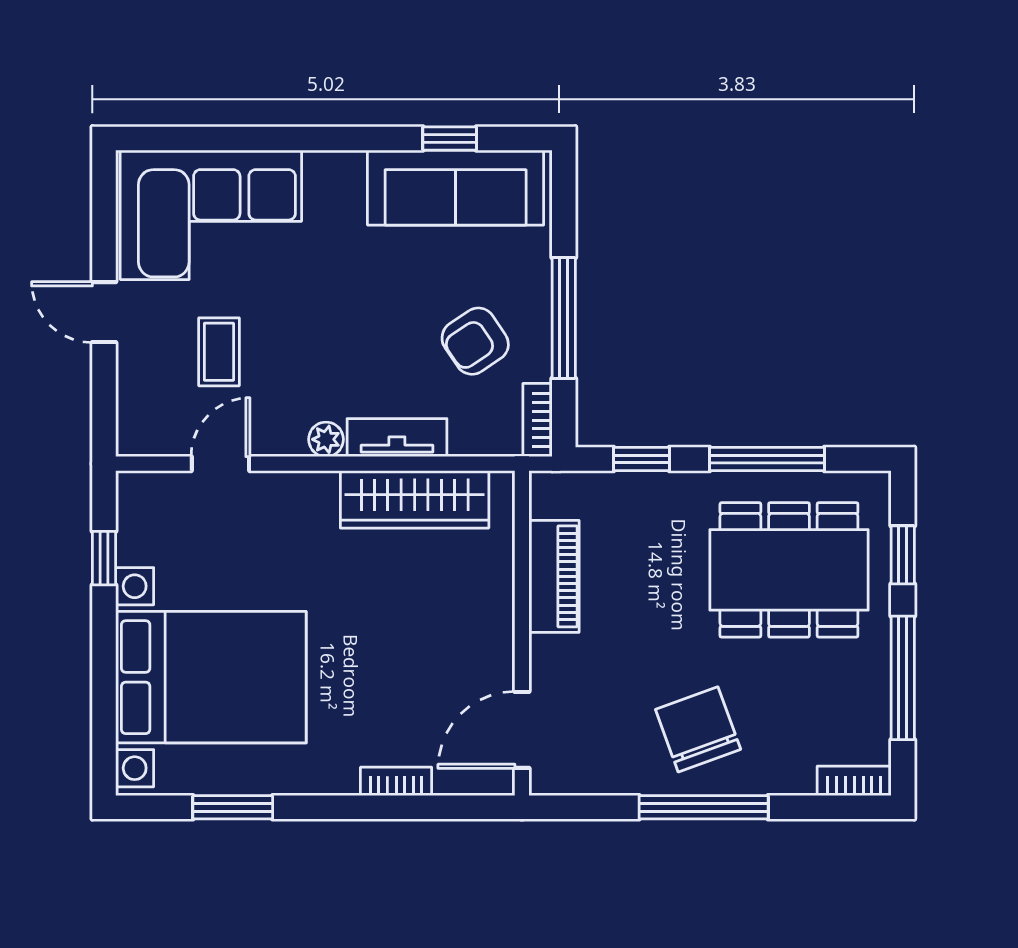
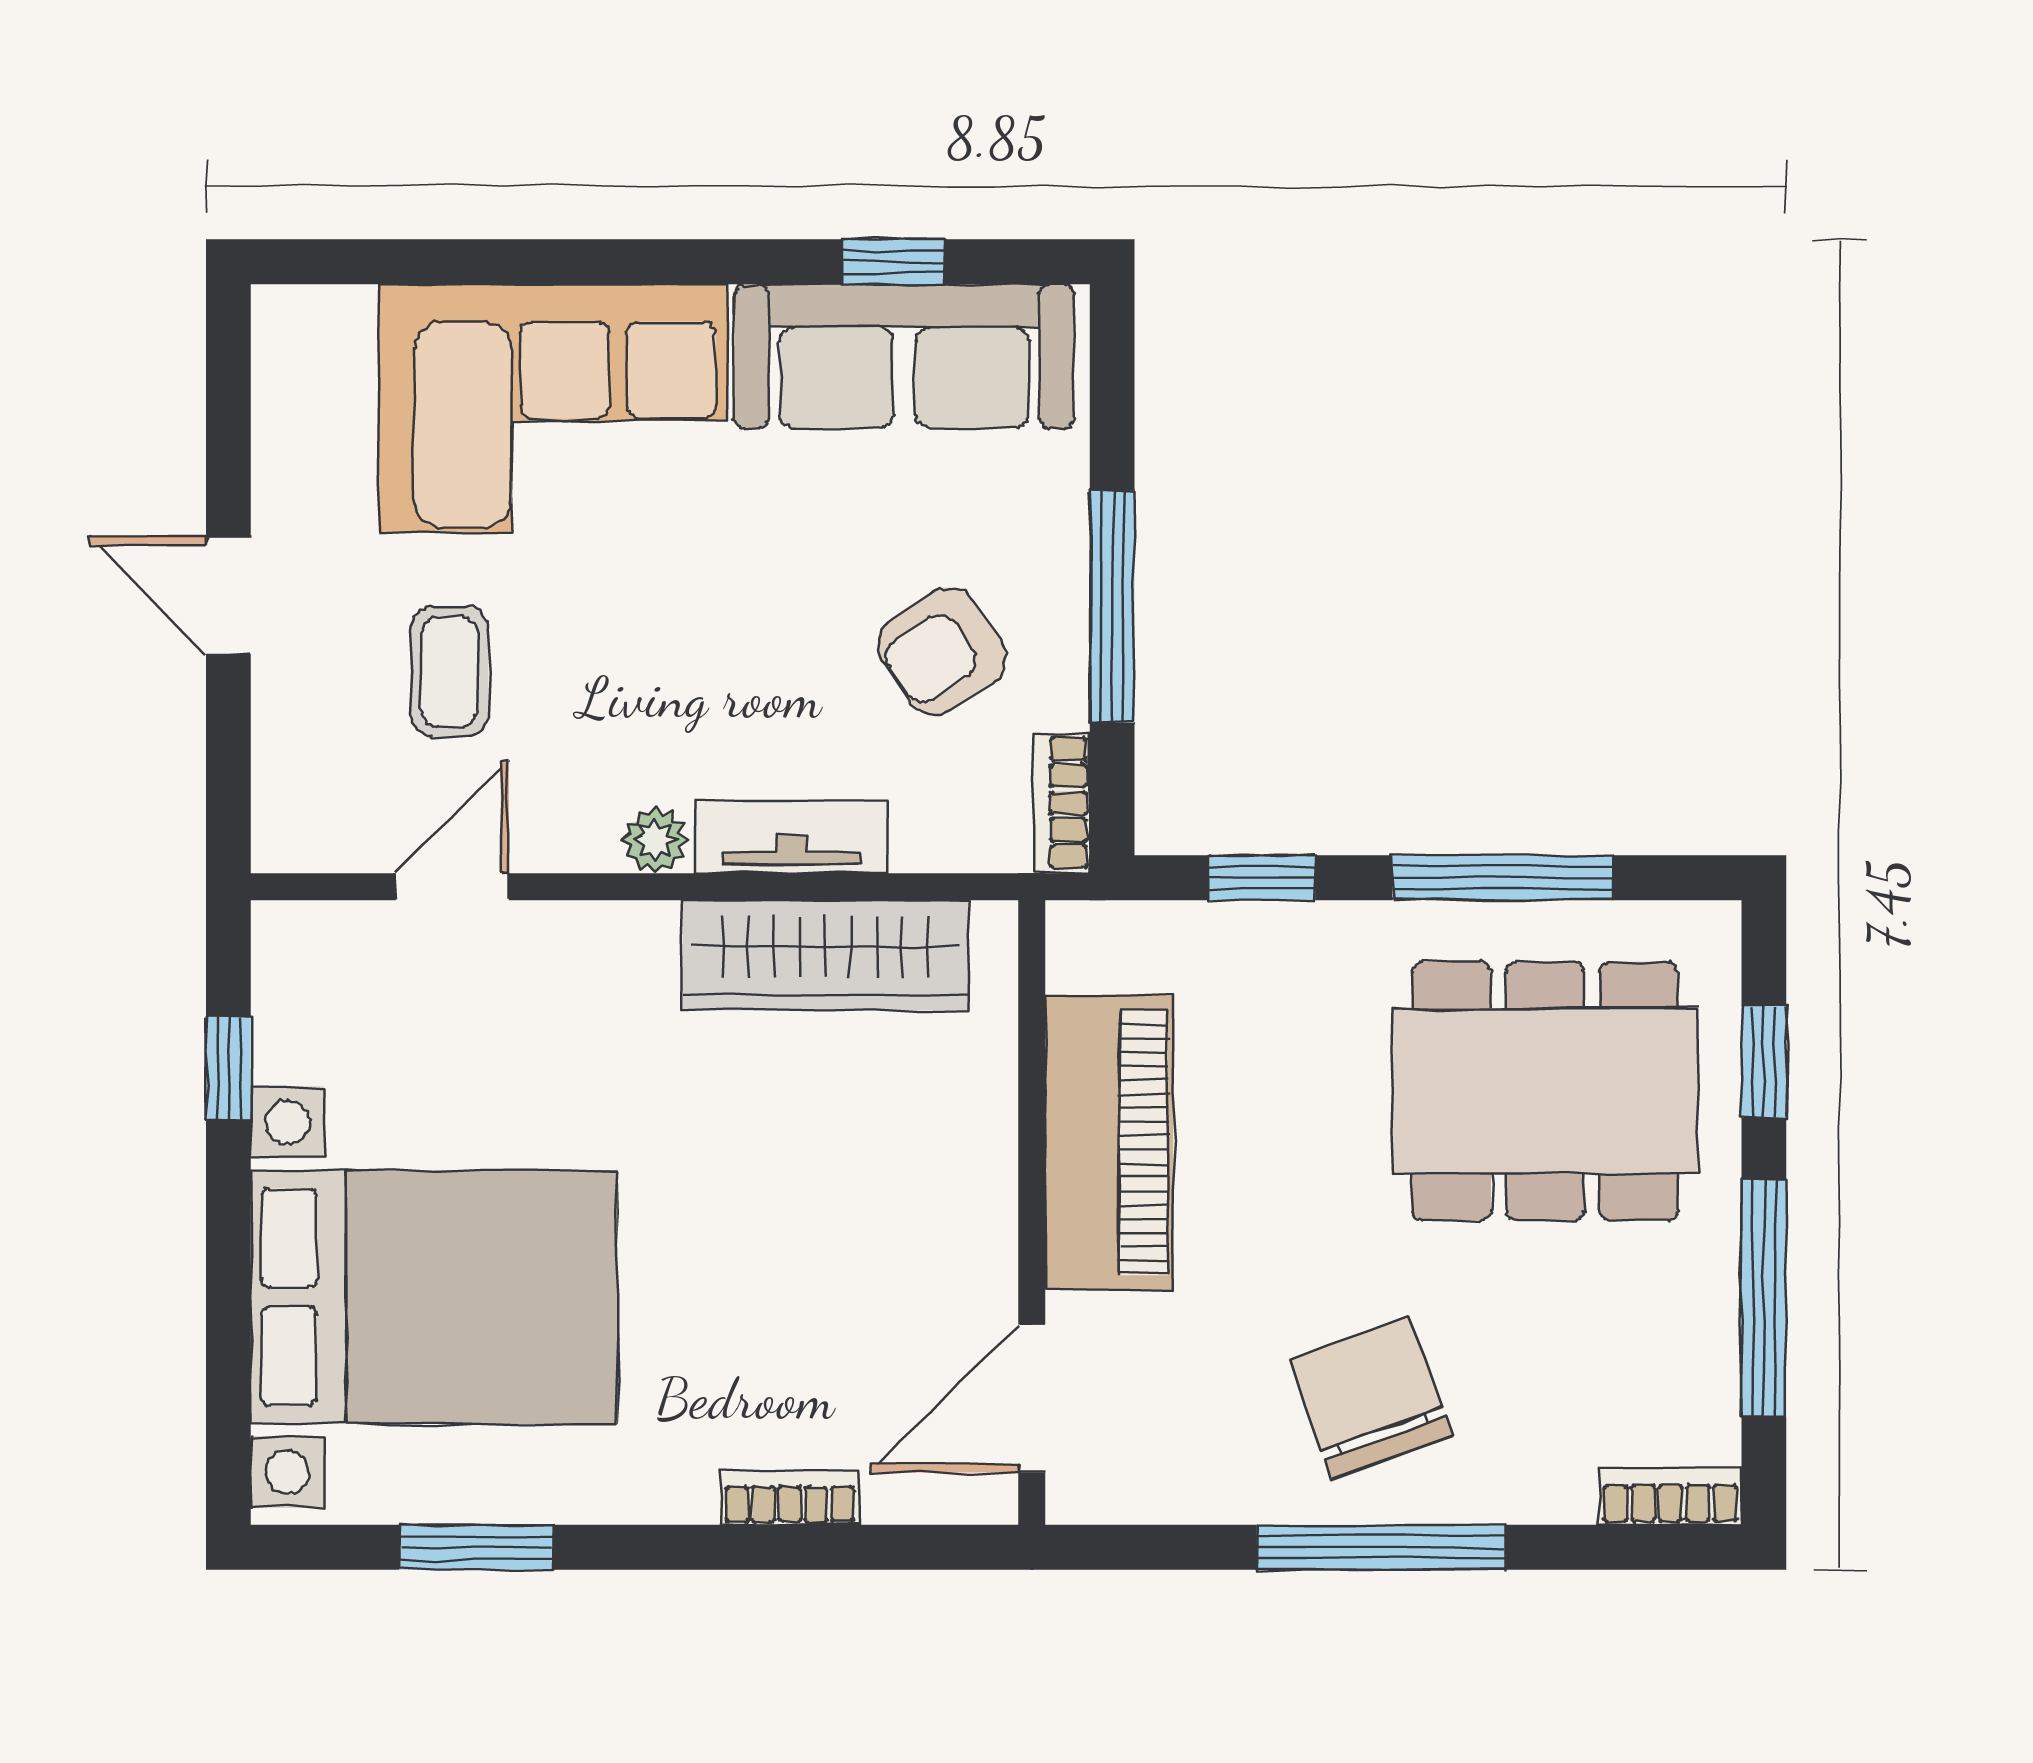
corner sofa: (211, 215) -> (553, 408), moved
piano: (554, 576) -> (1109, 1143), width x1.37, depth x1.33

